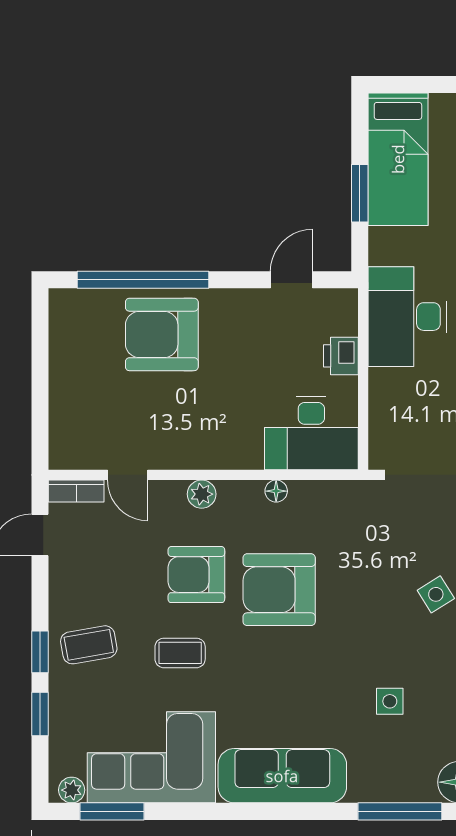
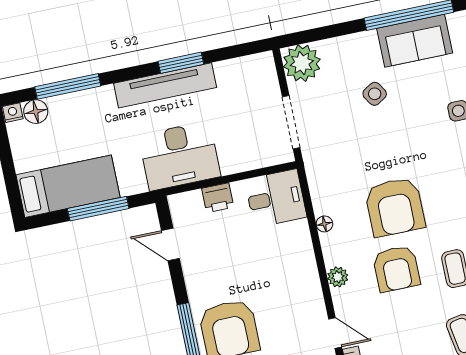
window: (360, 193) -> (98, 209), width x1.44
desk: (311, 433) -> (276, 198), width x0.73
door: (128, 475) -> (335, 333), hinge flipped

